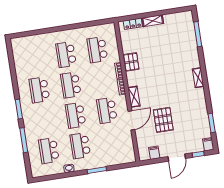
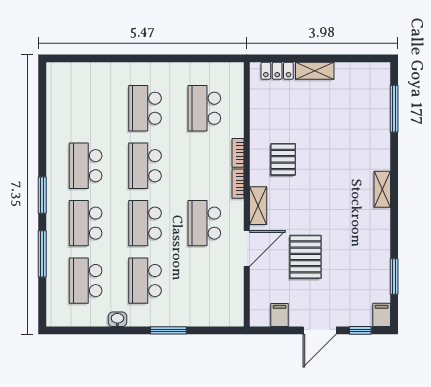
pallet: (131, 62) -> (283, 159), moved
school desk: (44, 120) -> (86, 223), added

